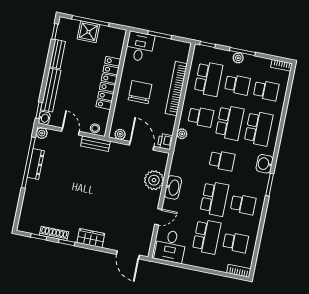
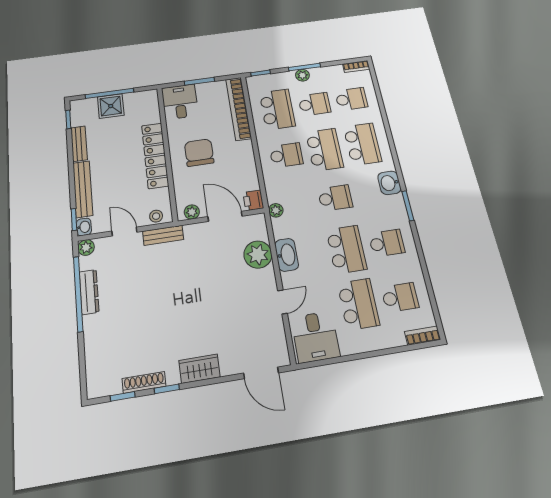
bookcase: (176, 89) -> (238, 109), moved
plant: (182, 134) -> (276, 210), moved

